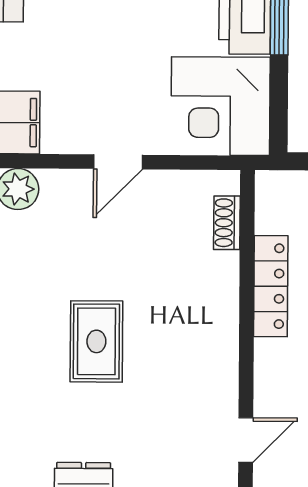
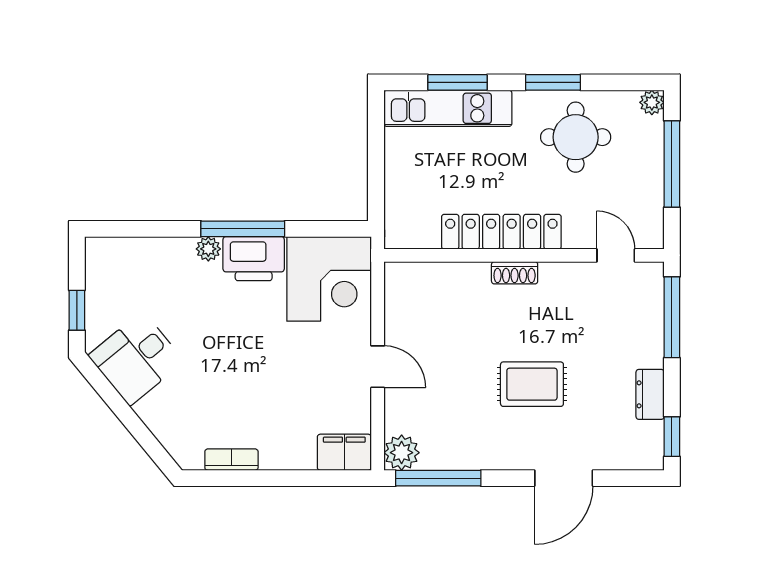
shoe rack: (227, 223) -> (515, 273), moved
locker: (271, 286) -> (501, 232), width x1.41, depth x1.21

